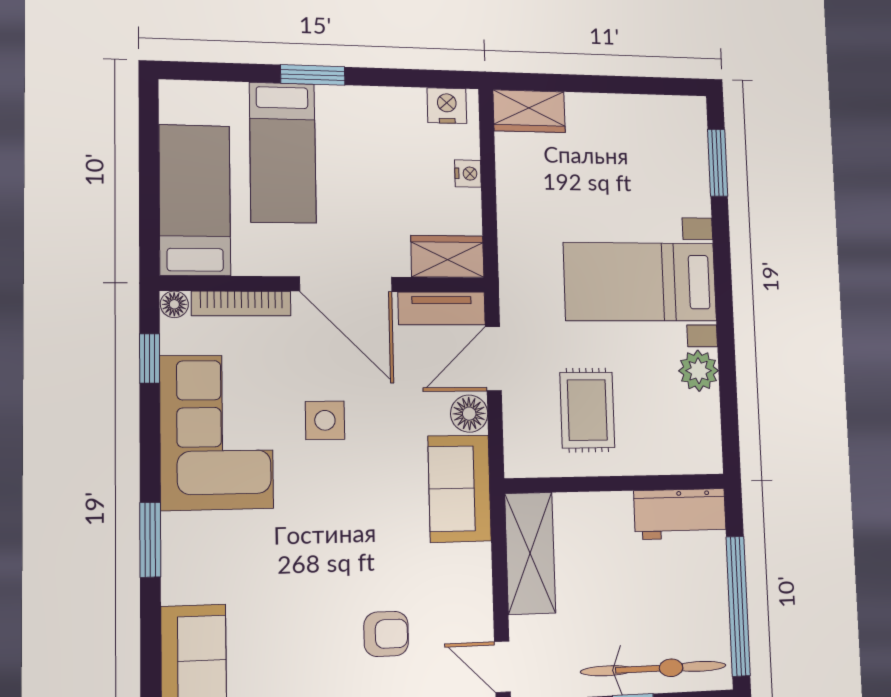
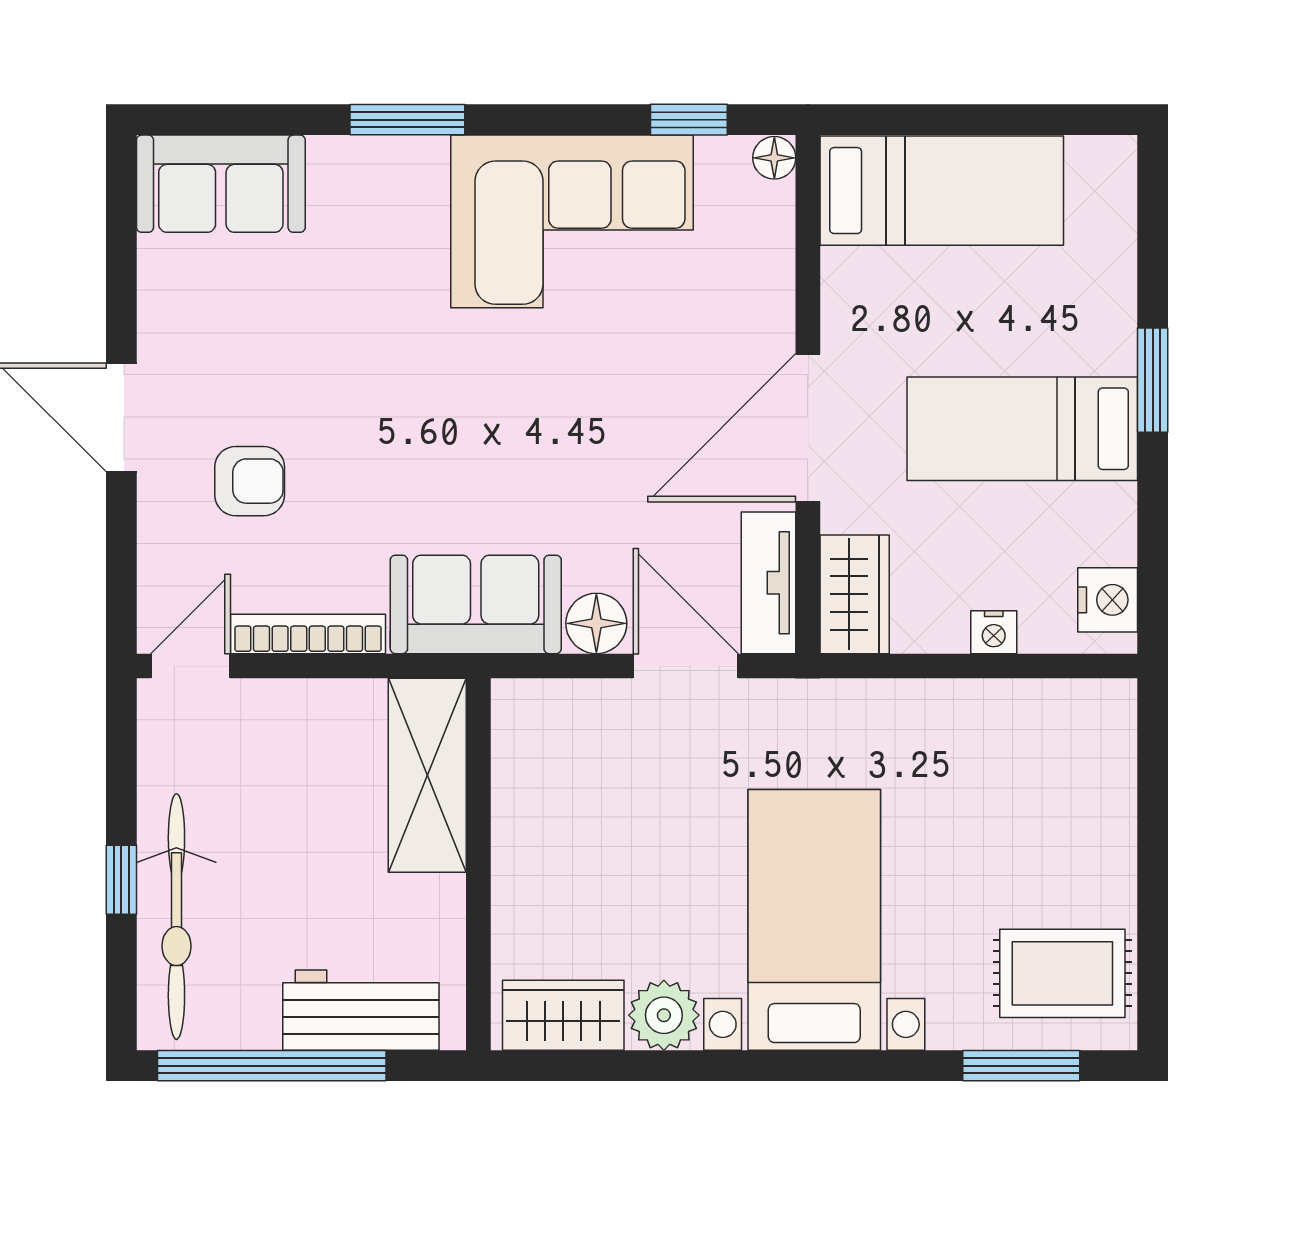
wardrobe: (529, 111) -> (563, 1015), moved, turned 90
bed: (283, 153) -> (1022, 429), moved
bookcase: (241, 304) -> (308, 634), moved, turned 90
rug: (587, 410) -> (1062, 973), moved
side table: (325, 420) -> (588, 391), removed
workbench: (680, 514) -> (361, 1010), moved, turned 90
shelving: (530, 553) -> (427, 775), moved, turned 90
armchair: (386, 634) -> (250, 481), turned -90

